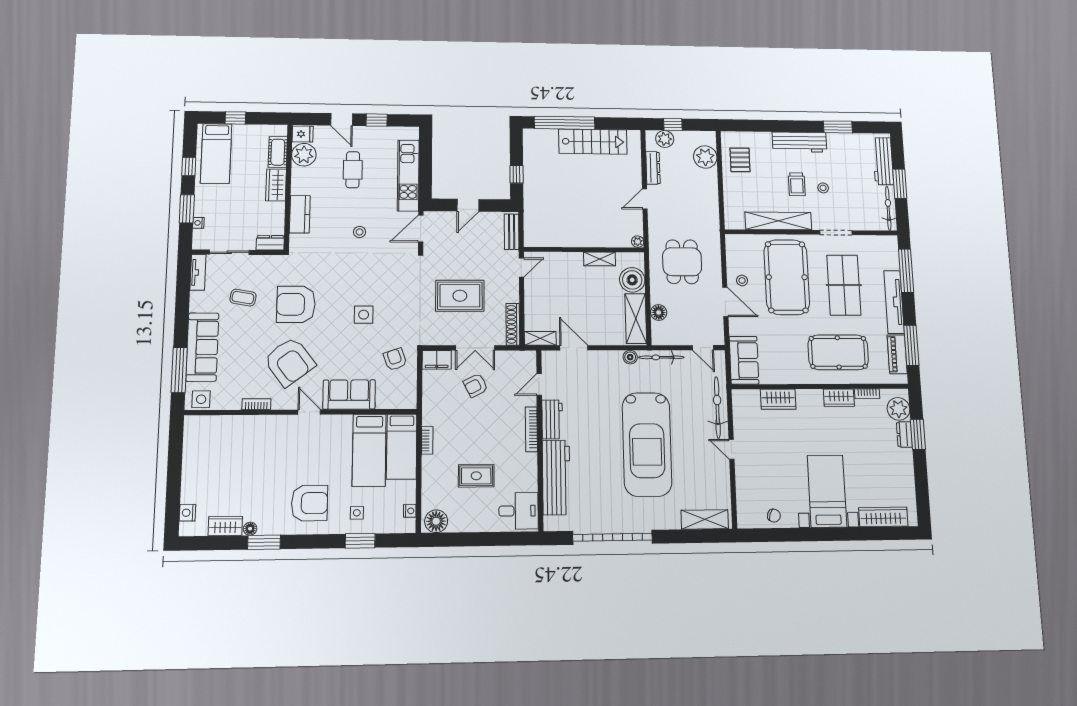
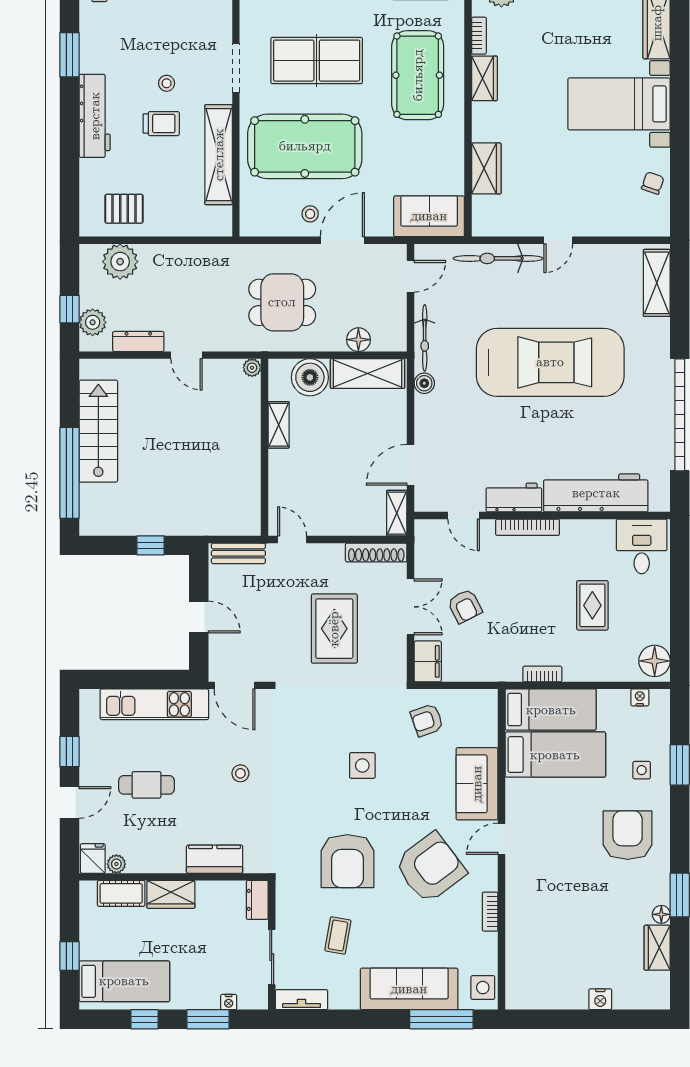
plant: (304, 155) -> (116, 864), width x0.53, depth x0.53
nightstand: (187, 513) -> (600, 999), moved

